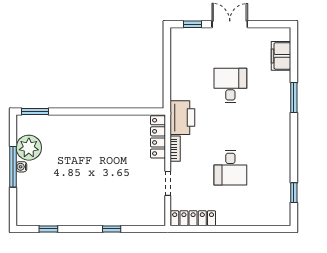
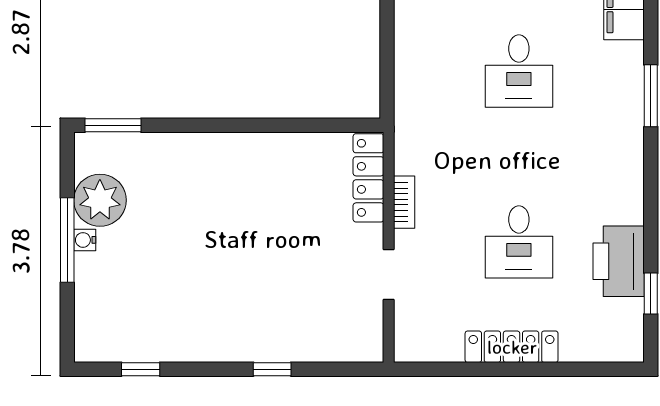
desk: (230, 85) -> (519, 71), turned 180
printer: (182, 118) -> (619, 261), moved, turned 180
locker: (193, 218) -> (512, 347), moved

